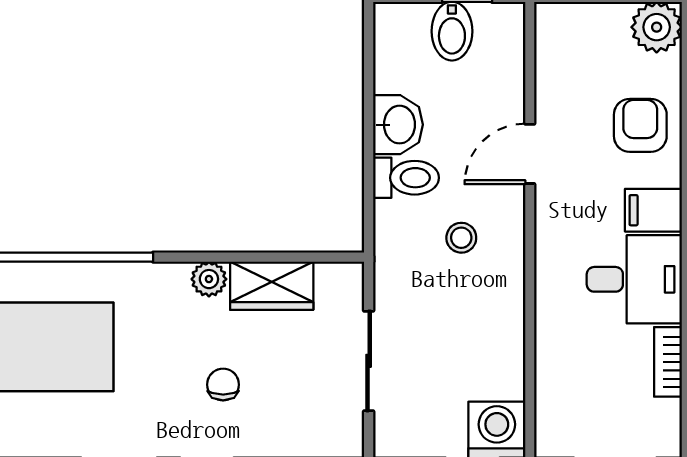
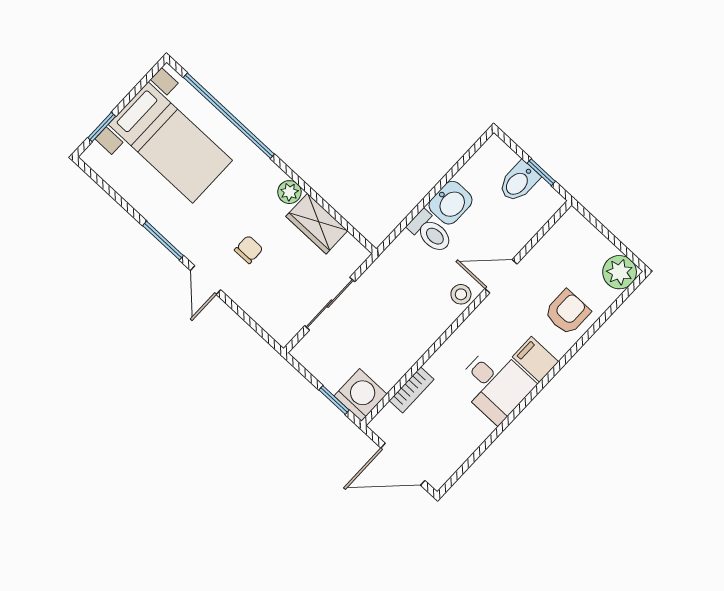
stool: (461, 238) -> (461, 294), moved
bookcase: (668, 362) -> (412, 390), moved, turned 180

